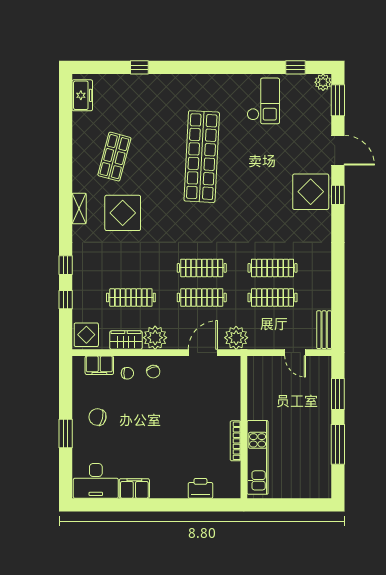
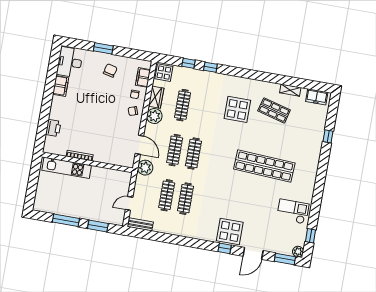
checkout: (263, 101) -> (293, 211), turned 180
shelving: (79, 208) -> (290, 90), moved

